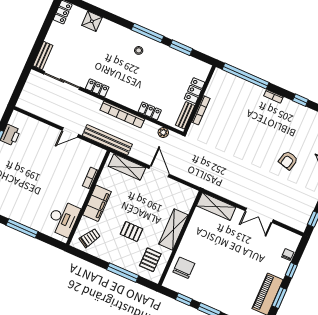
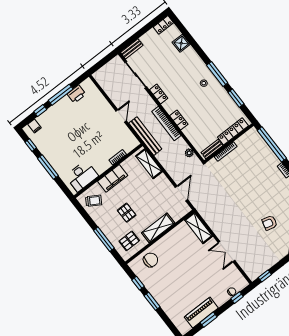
locker: (195, 91) -> (233, 131), width x1.53
locker: (150, 111) -> (179, 120), moved
door: (70, 132) -> (121, 116), swing flipped
door: (159, 171) -> (181, 193), moved
window: (291, 270) -> (237, 298), moved

